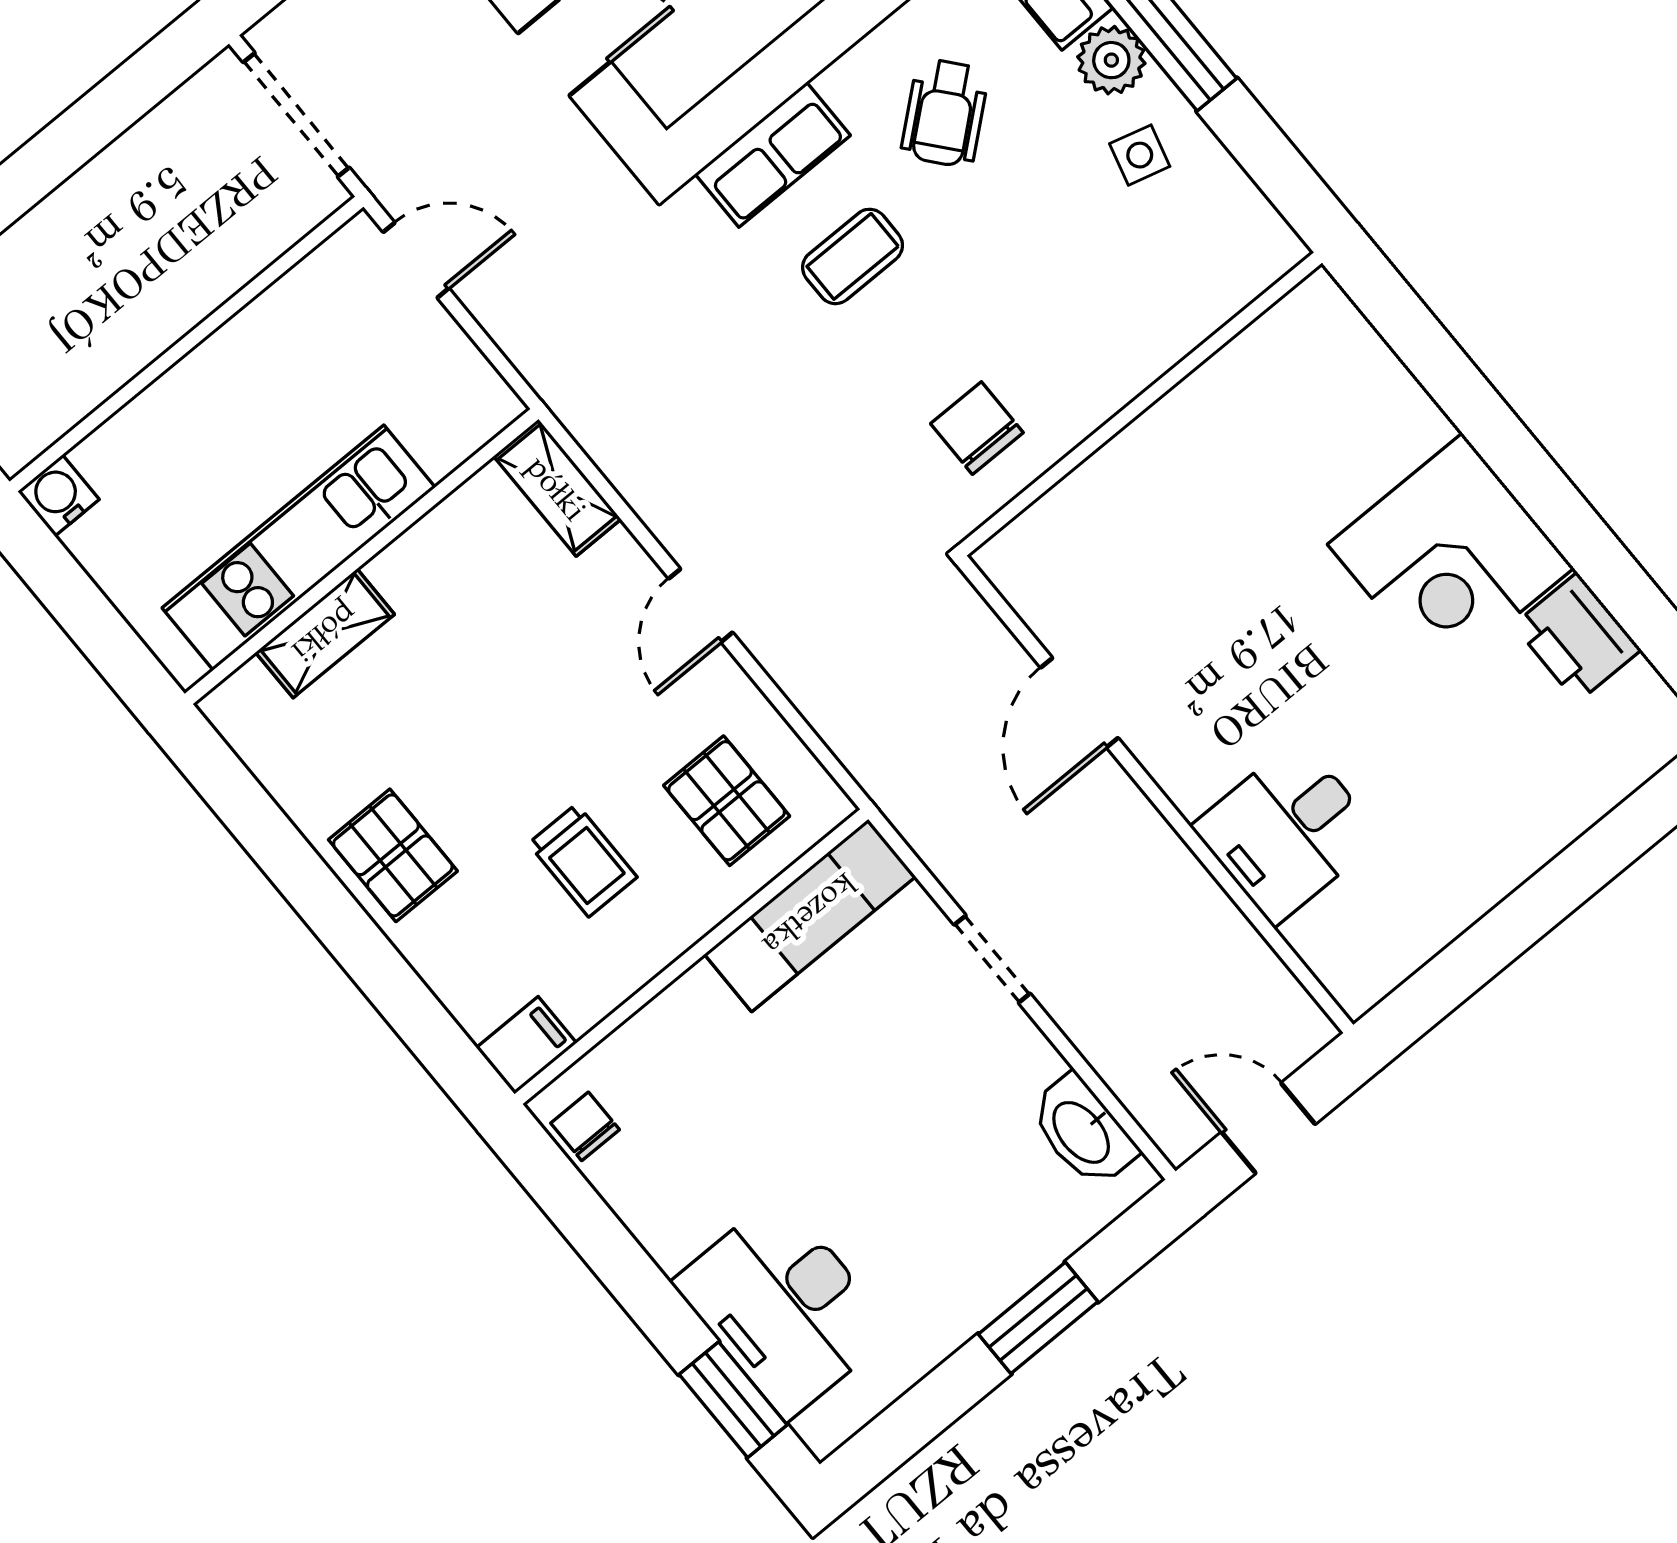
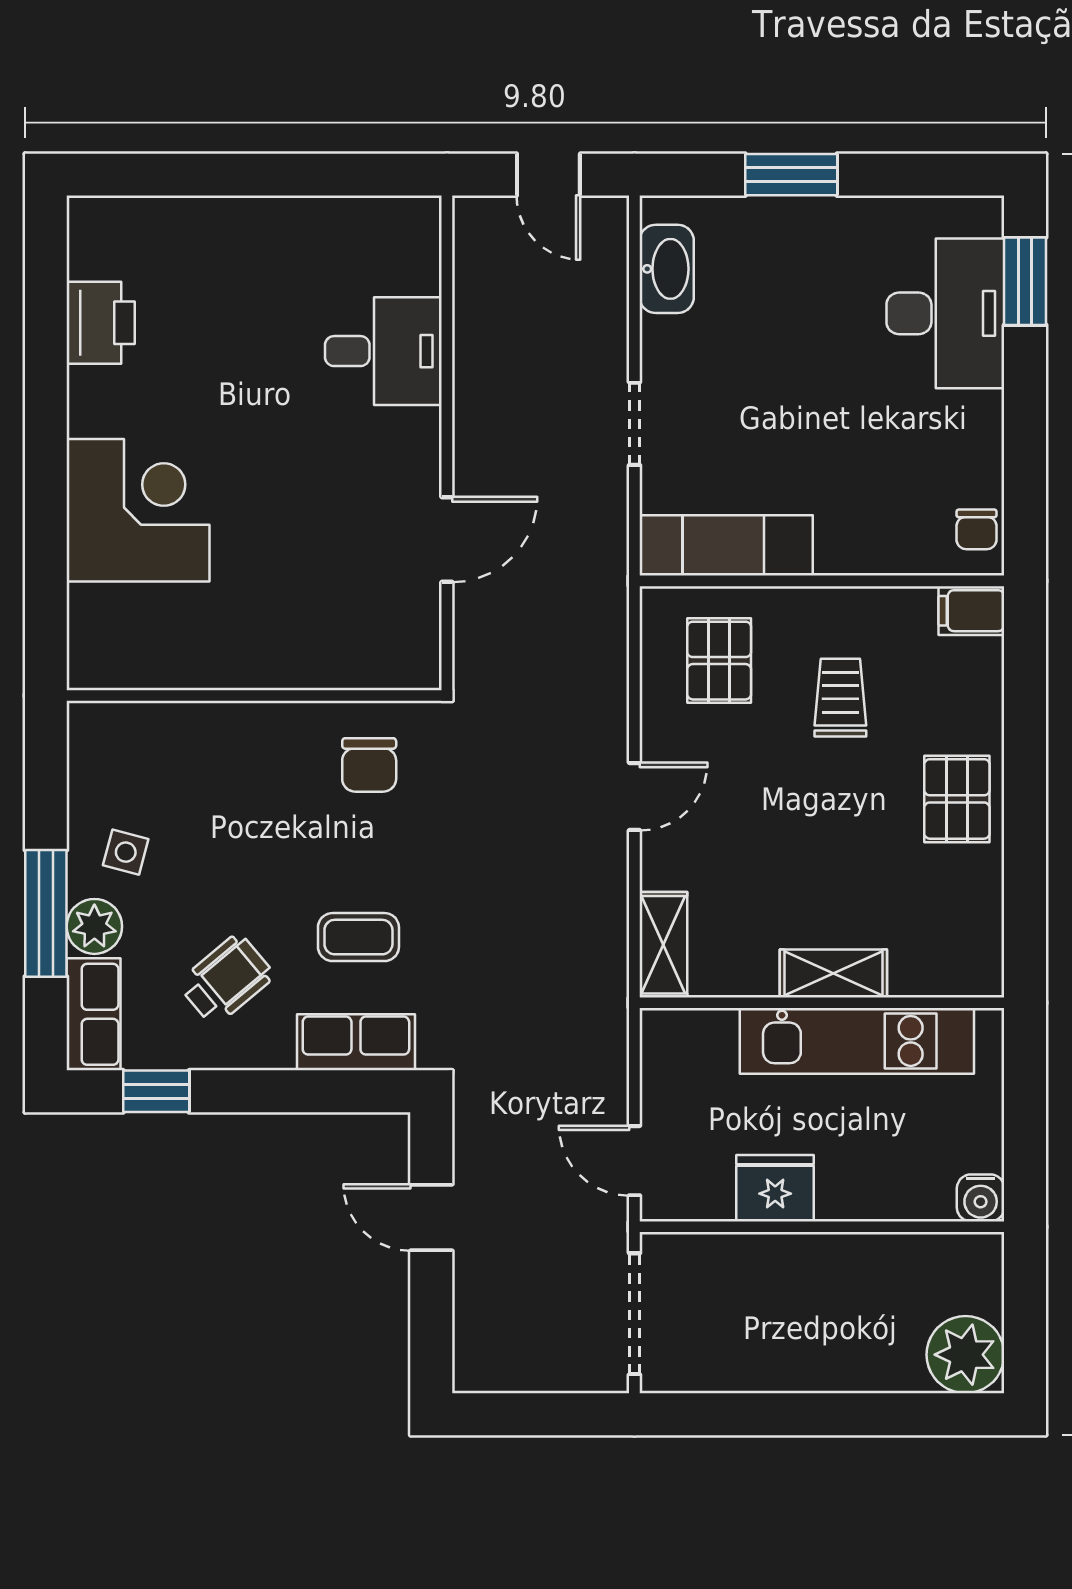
fridge: (261, 344) -> (775, 1188), added
corner desk: (1451, 556) -> (138, 510), moved
shelving: (325, 633) -> (833, 973), moved

